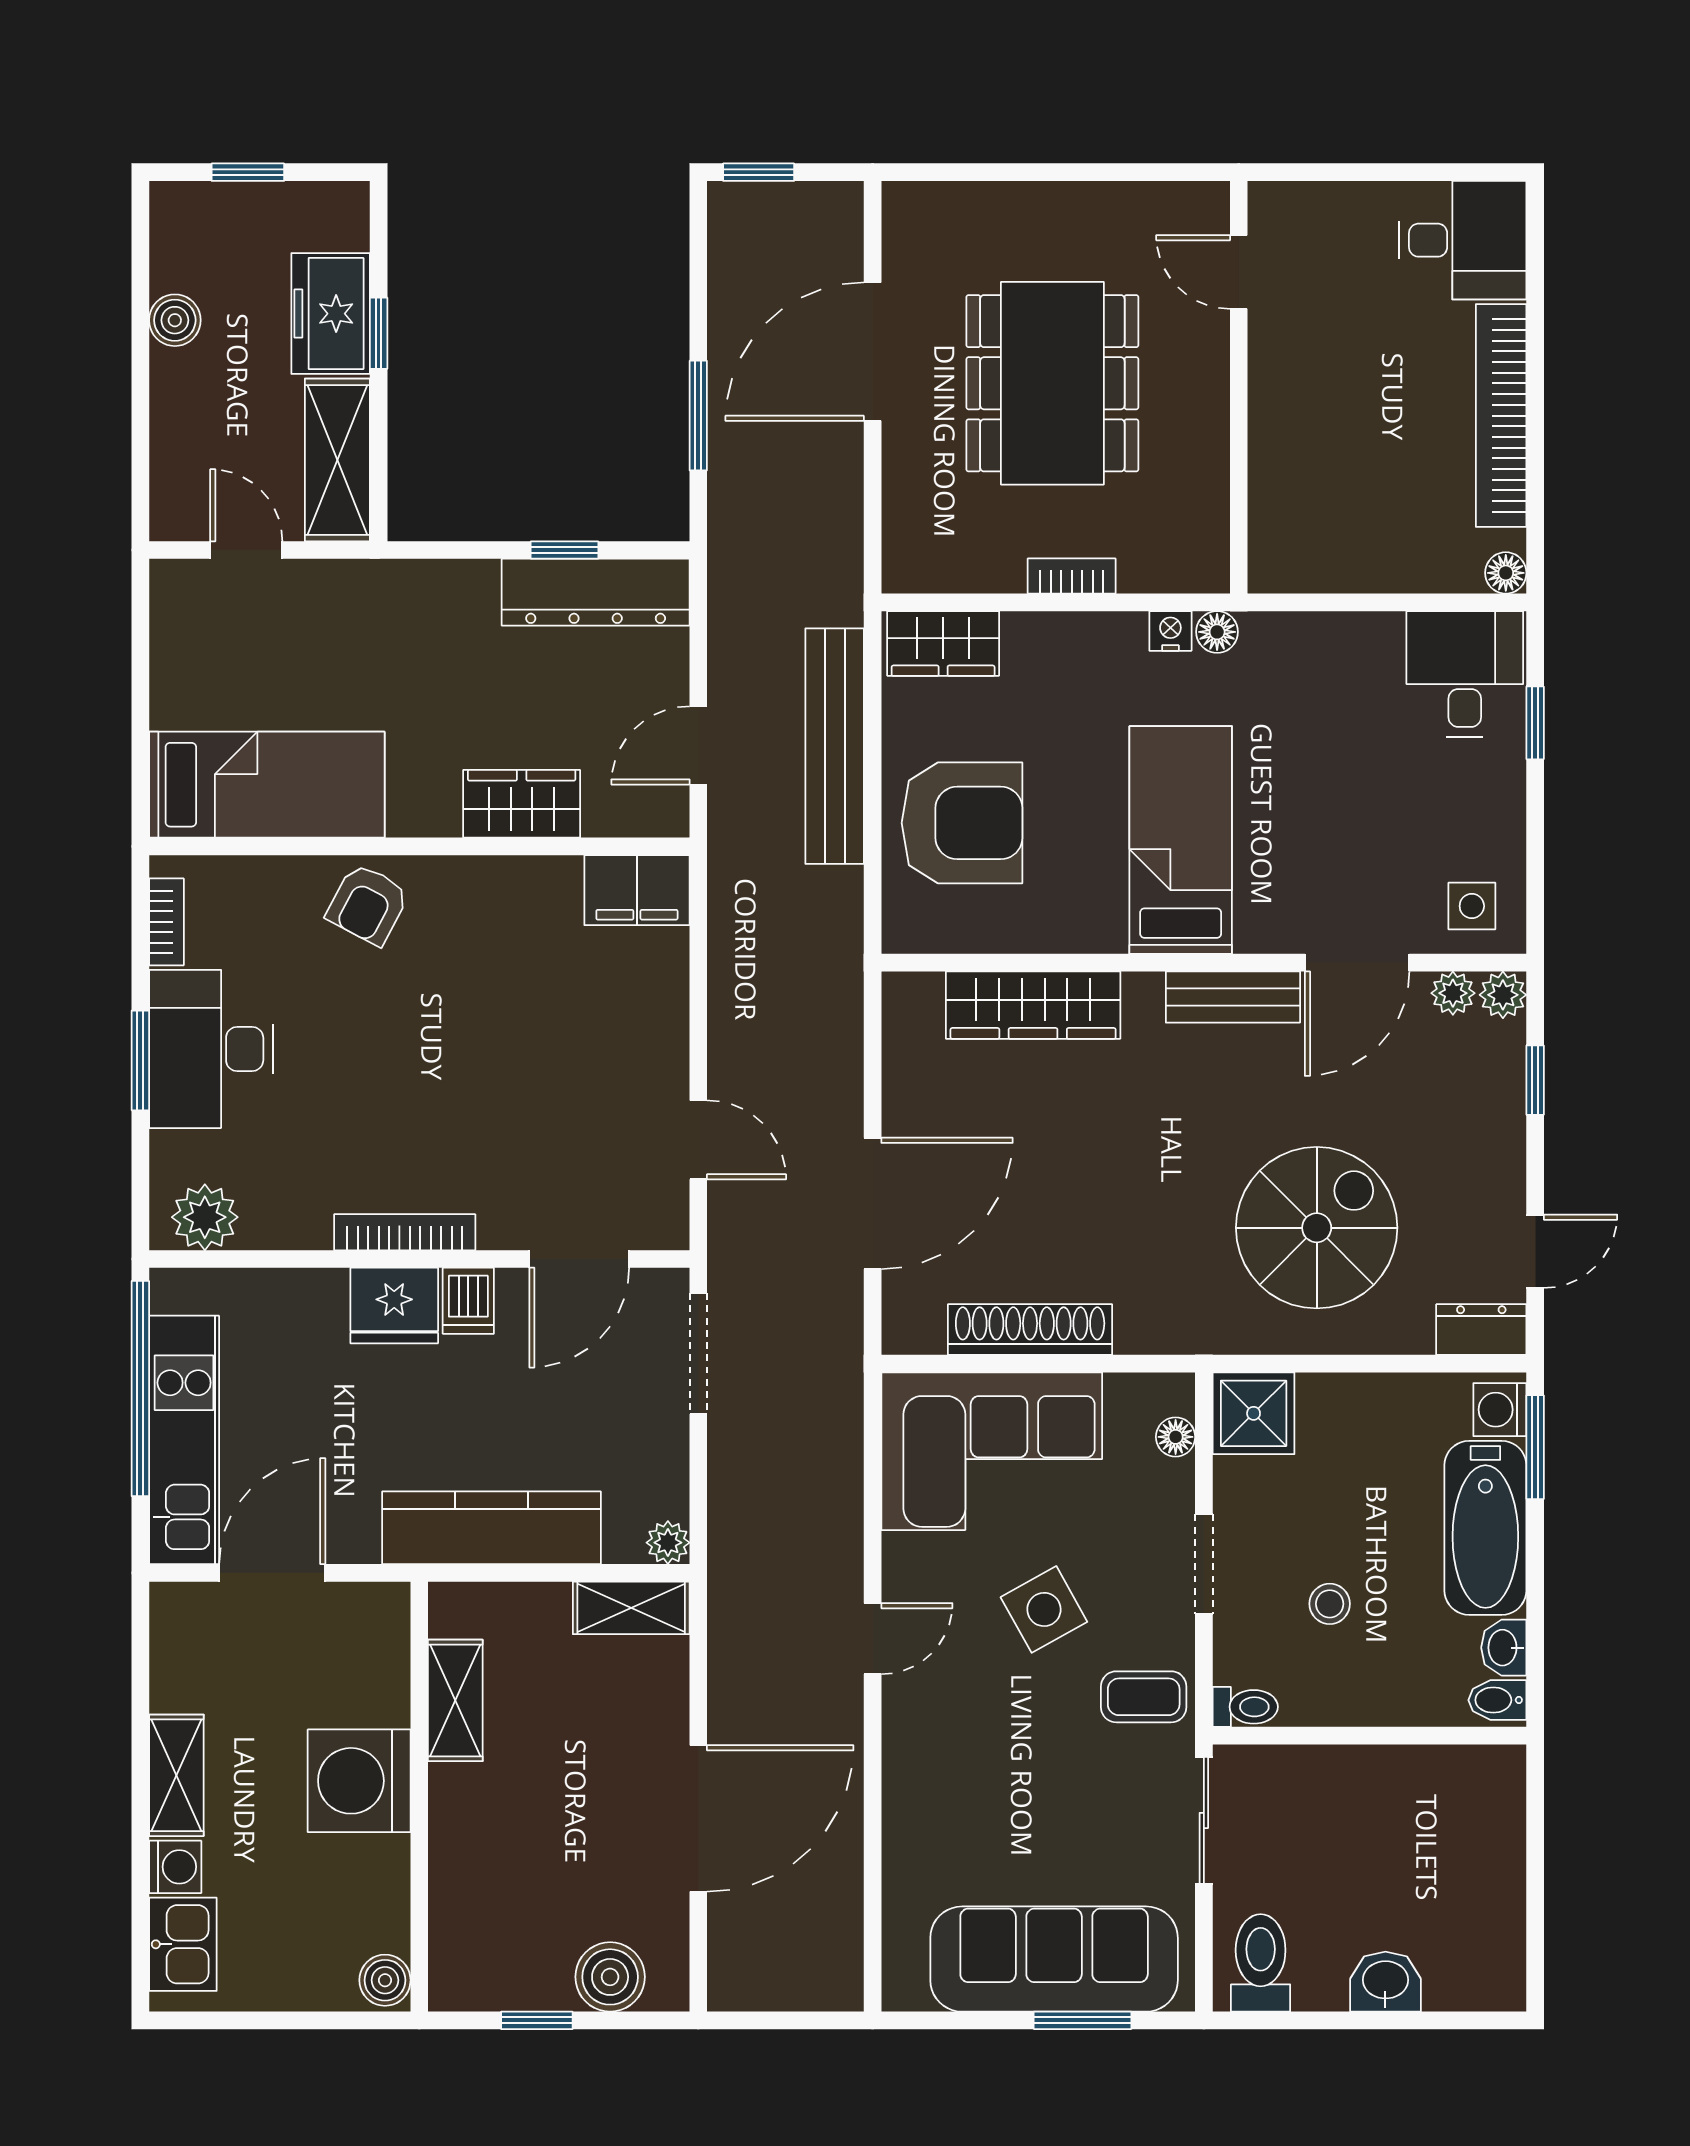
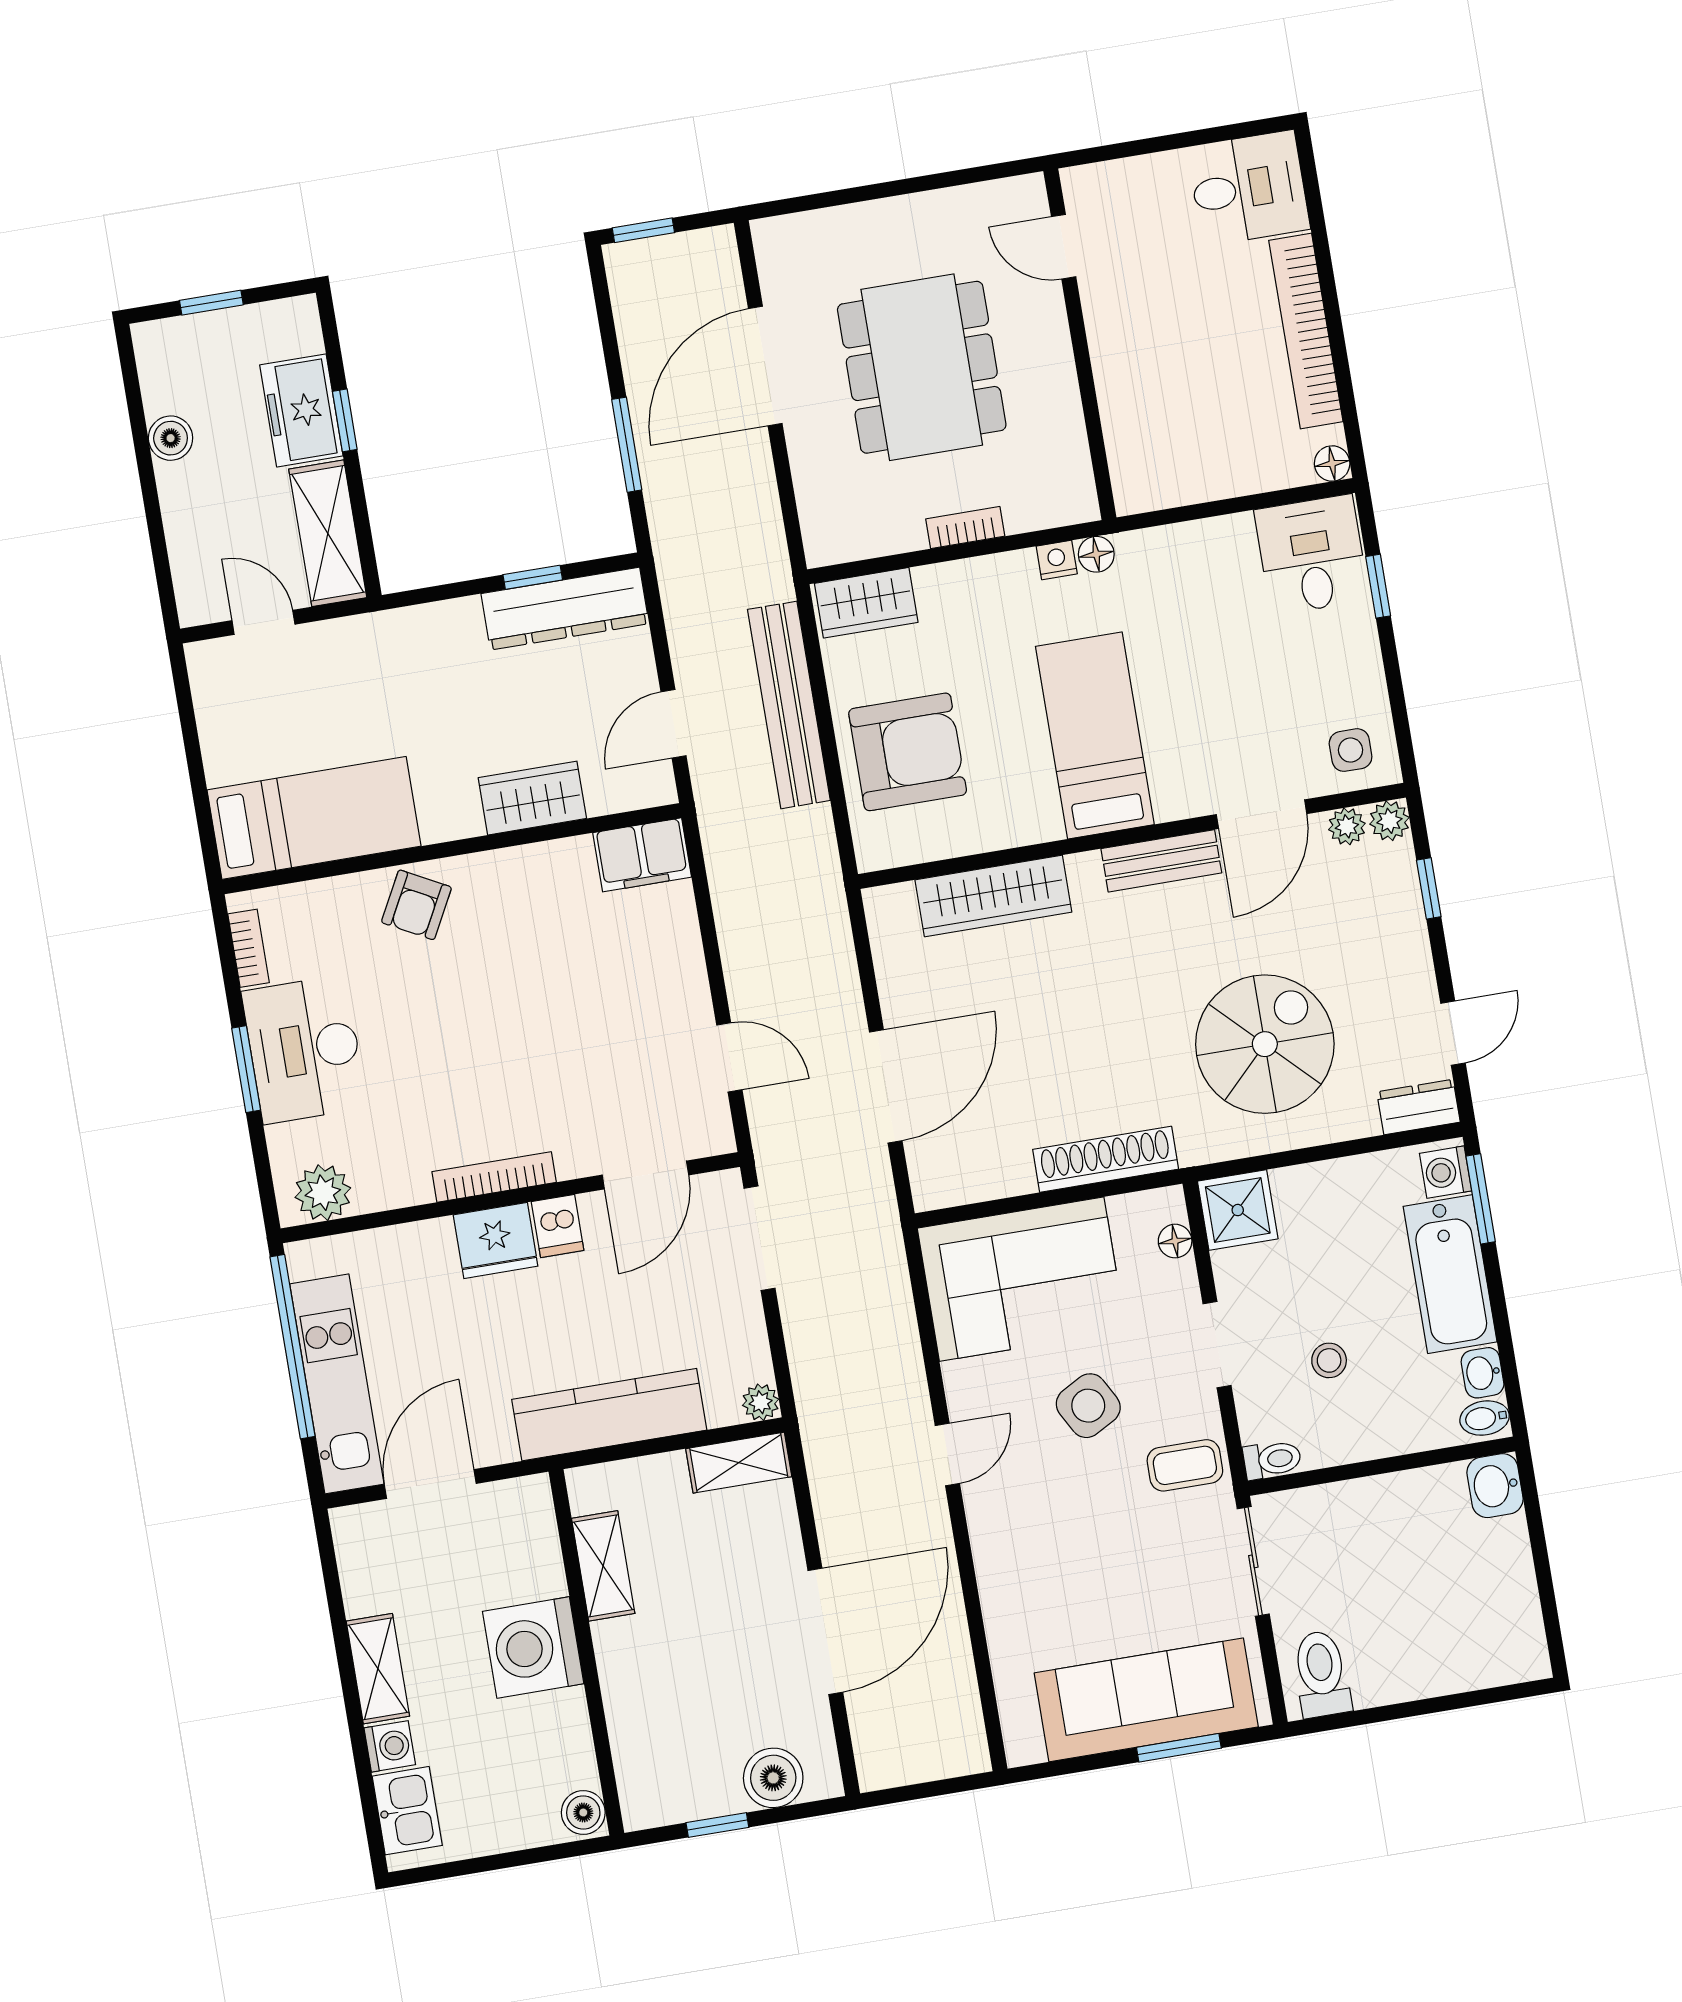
shoe rack: (1030, 1330) -> (1106, 1159), moved
washbasin: (1385, 1982) -> (1495, 1486), moved, turned -90

